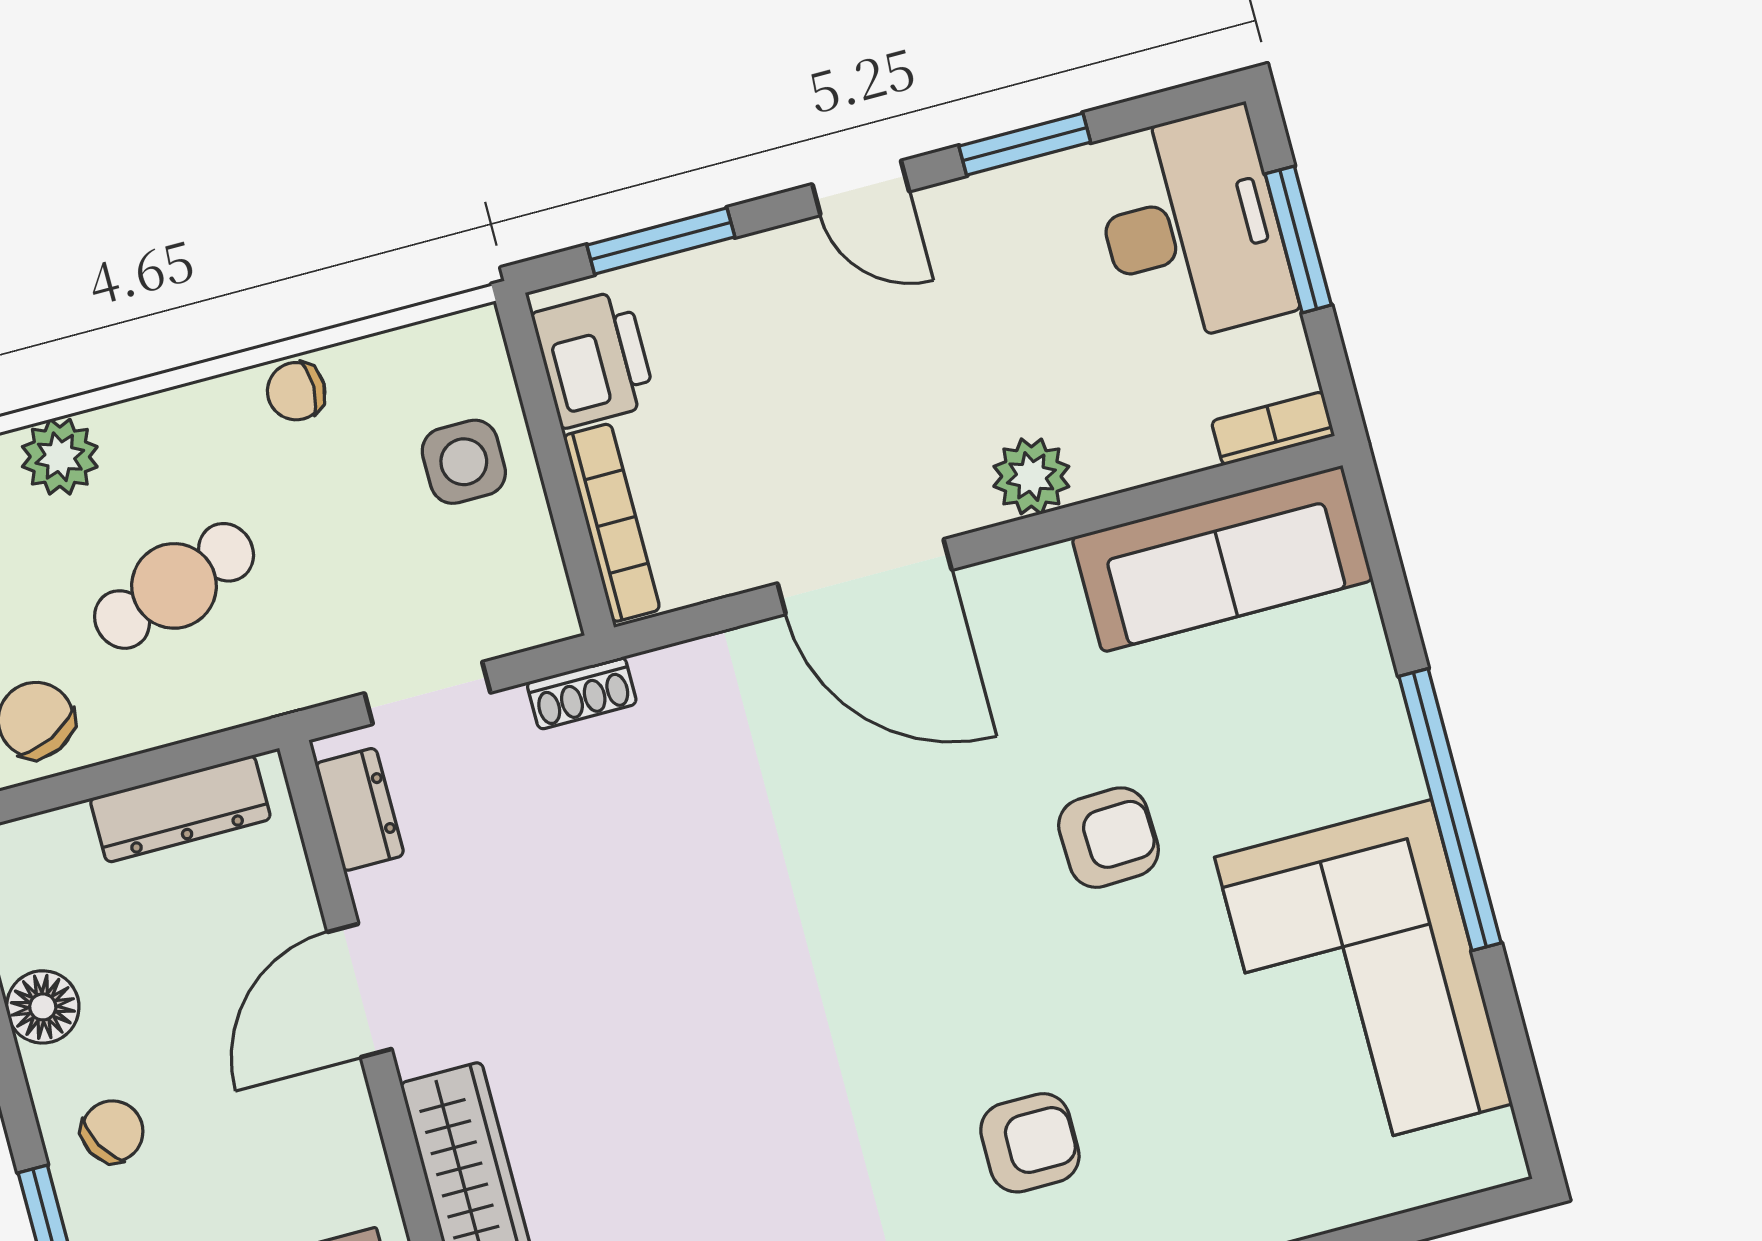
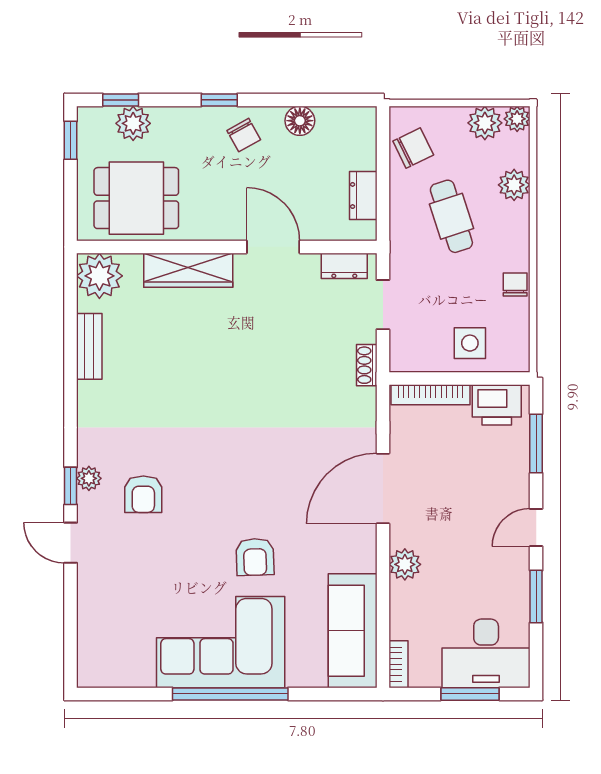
dresser: (180, 809) -> (363, 195), width x0.70
corner sofa: (1363, 981) -> (221, 642), moved

